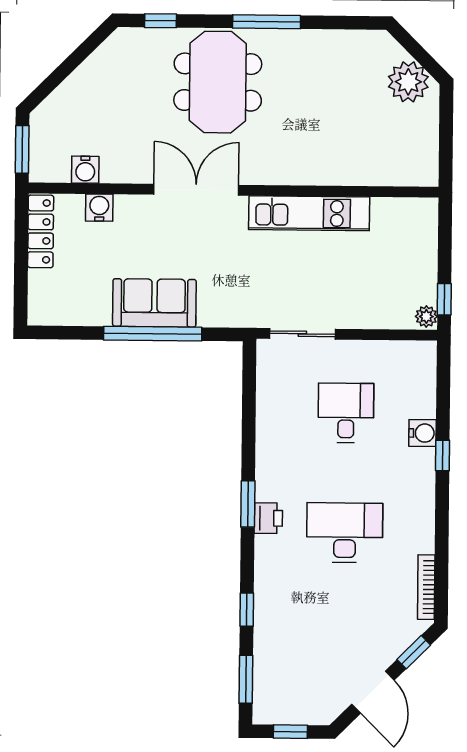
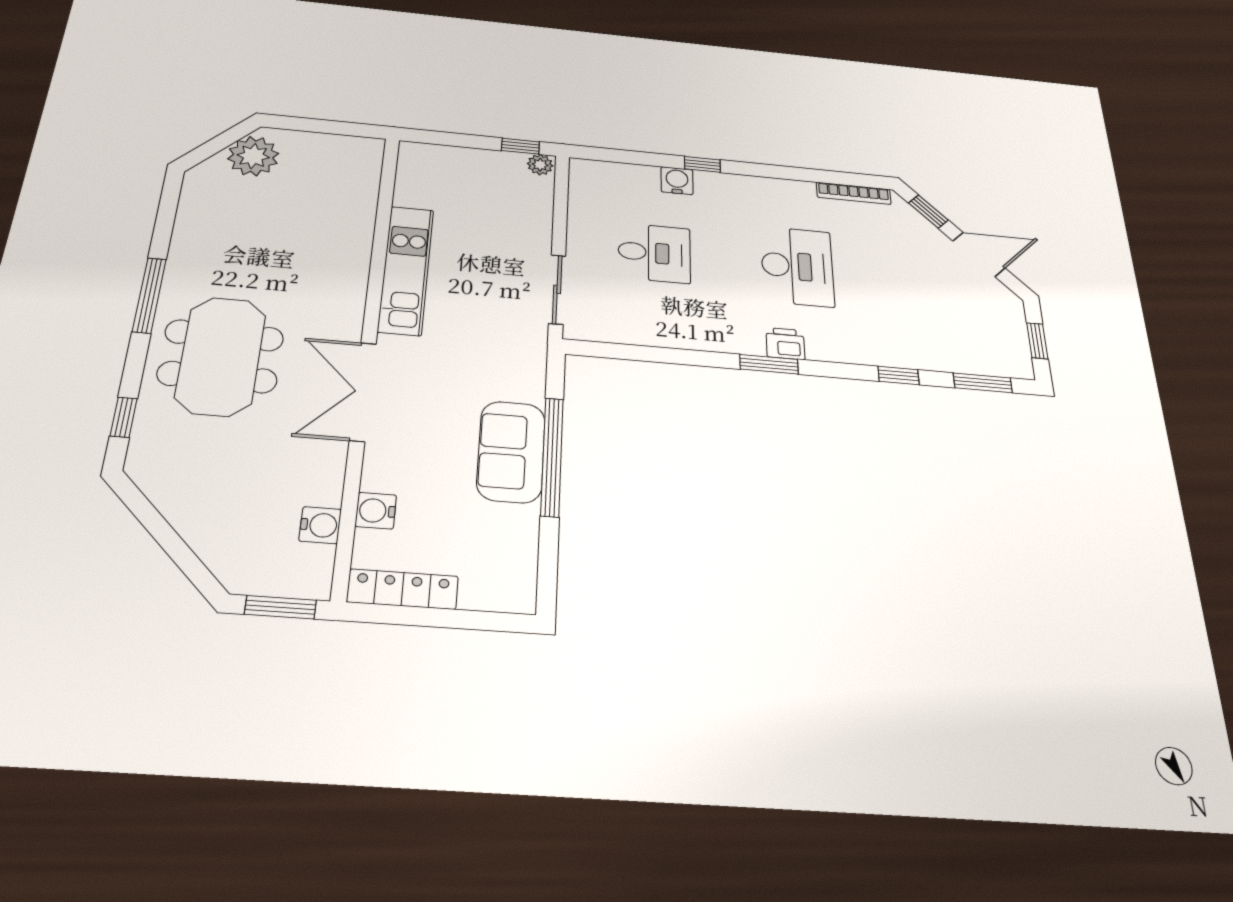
meeting table: (218, 82) -> (221, 356), turned 90
desk: (346, 413) -> (654, 253), turned 180
desk: (345, 533) -> (797, 266), turned 180

